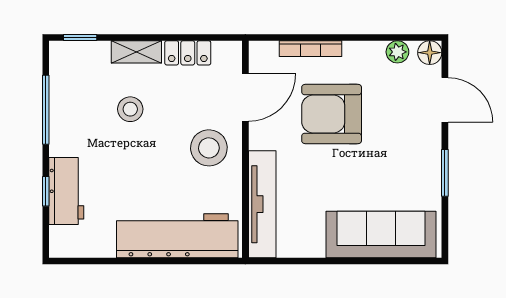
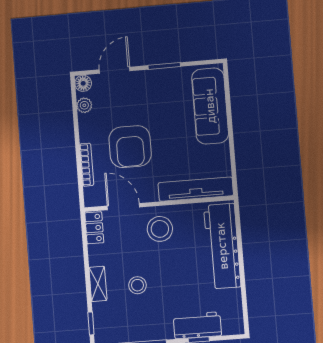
locker: (188, 53) -> (94, 228), moved

